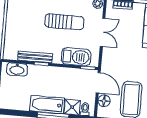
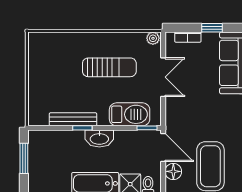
washbasin: (17, 69) -> (99, 138), moved

